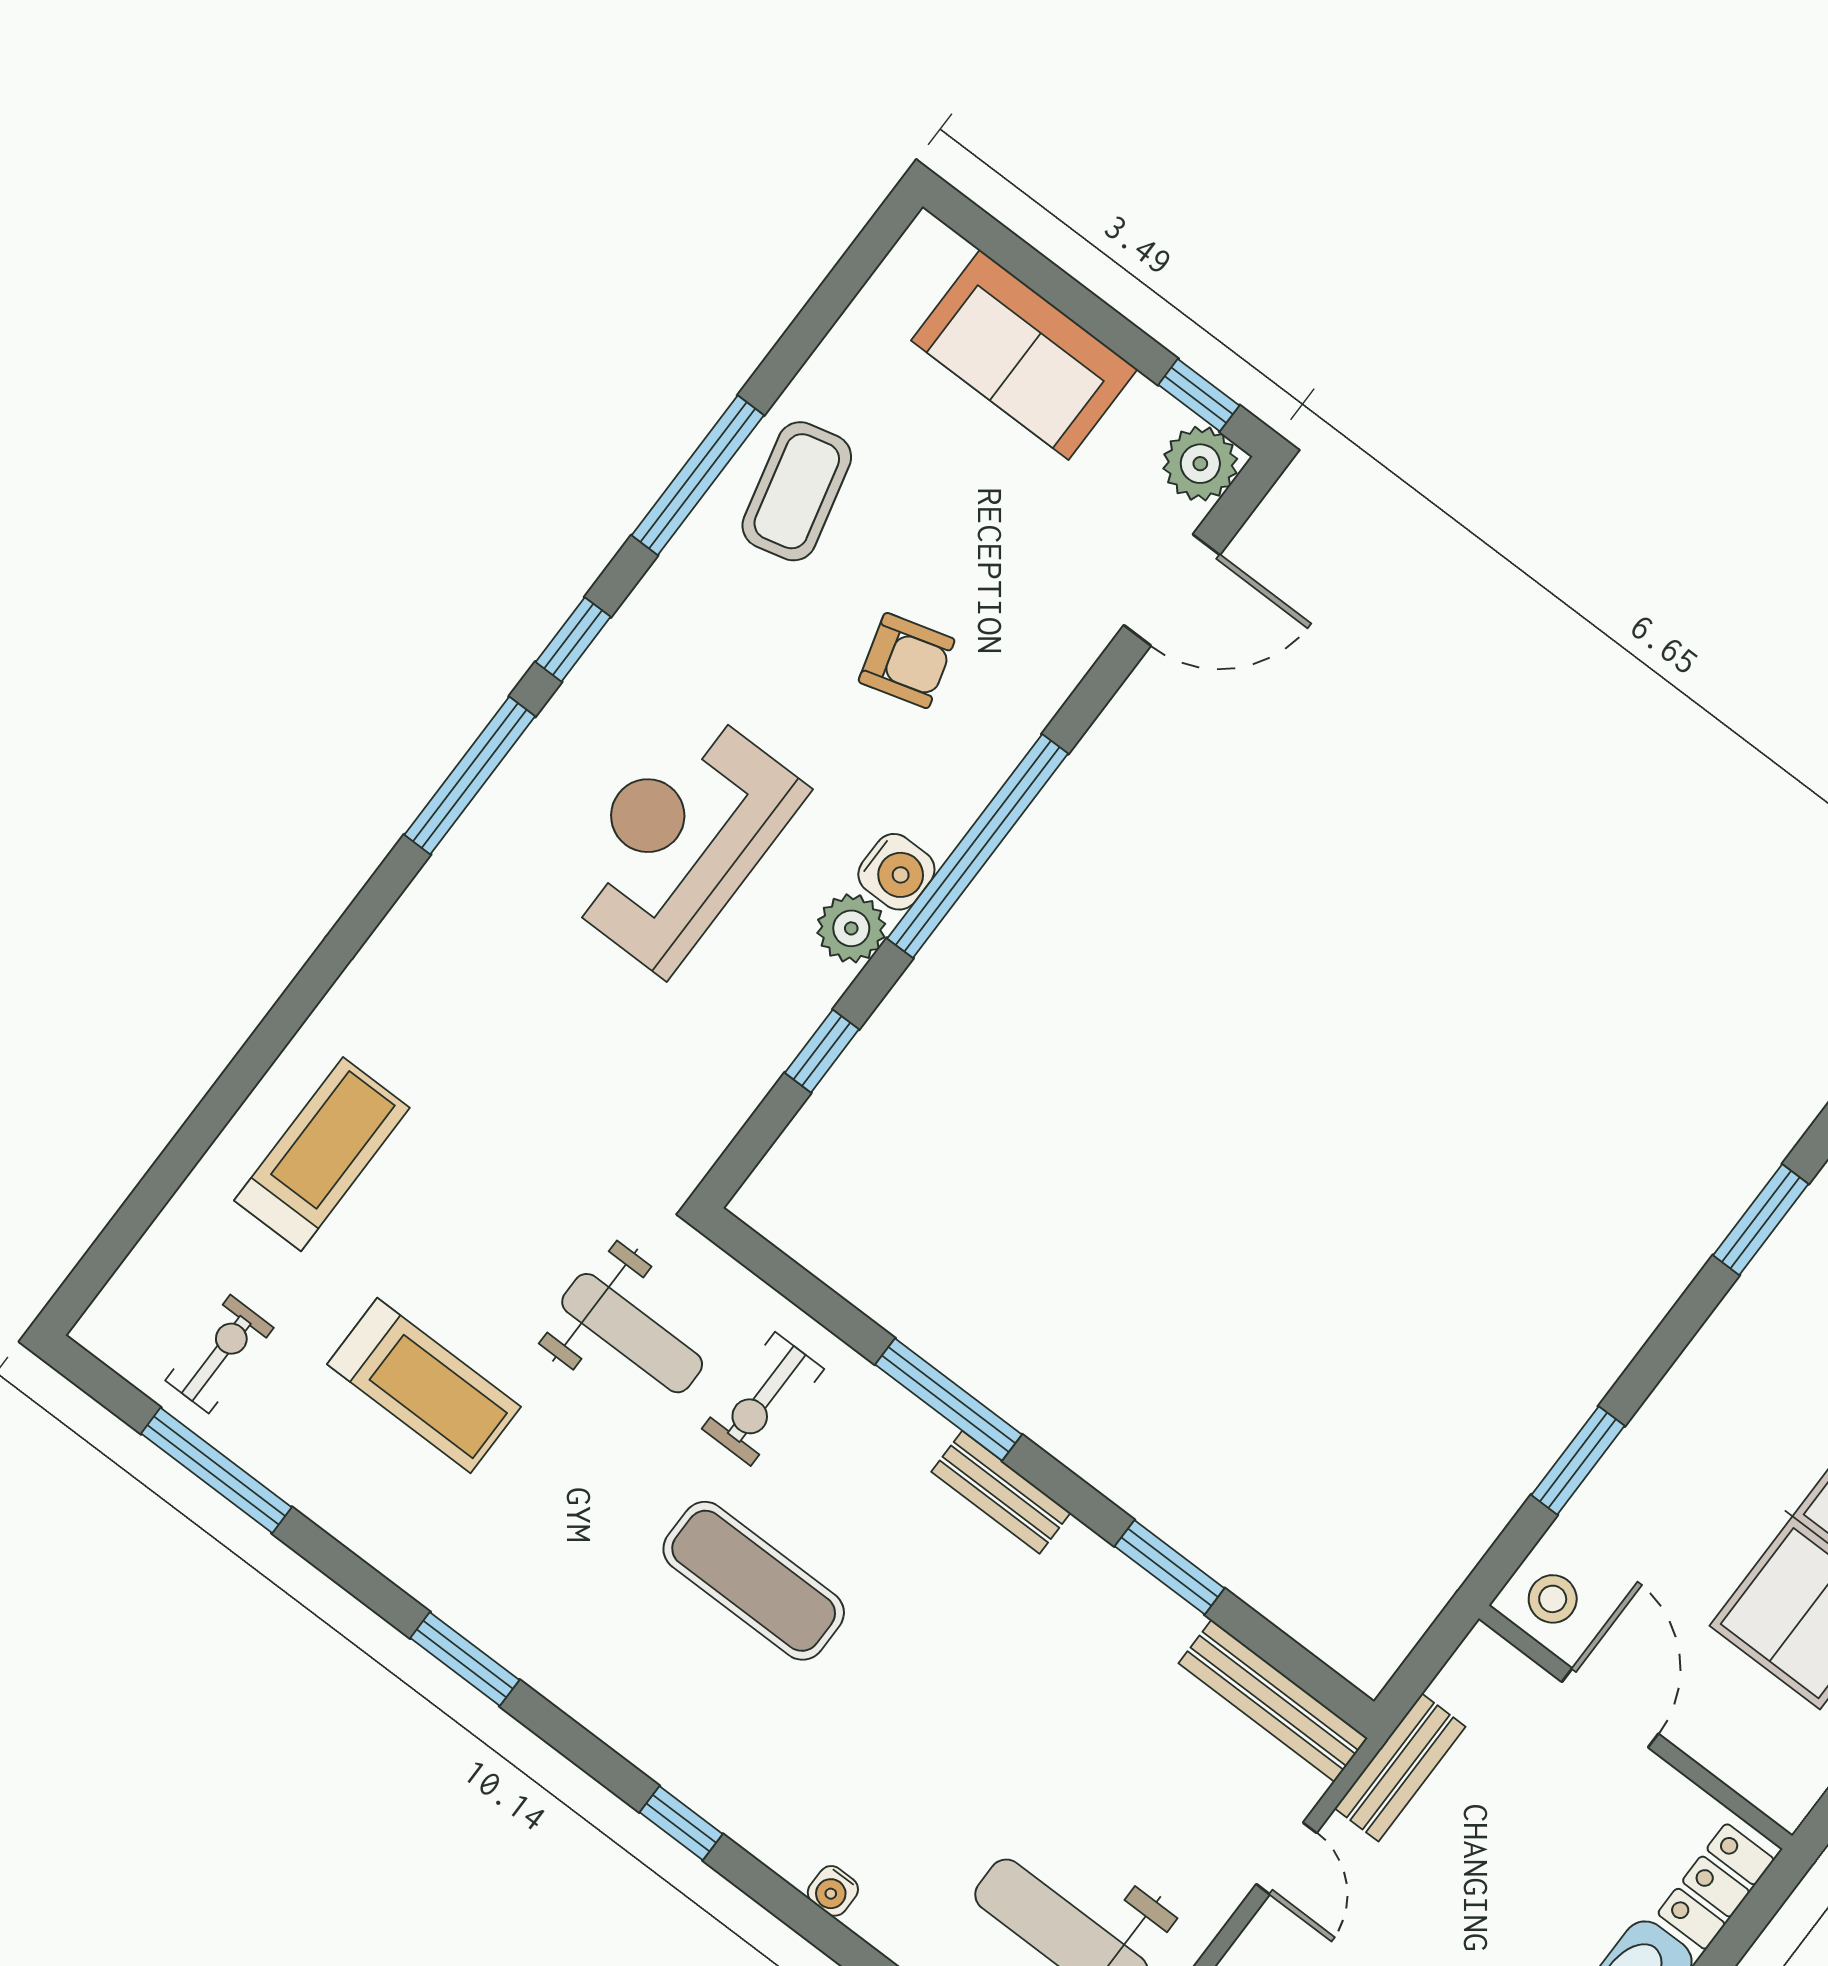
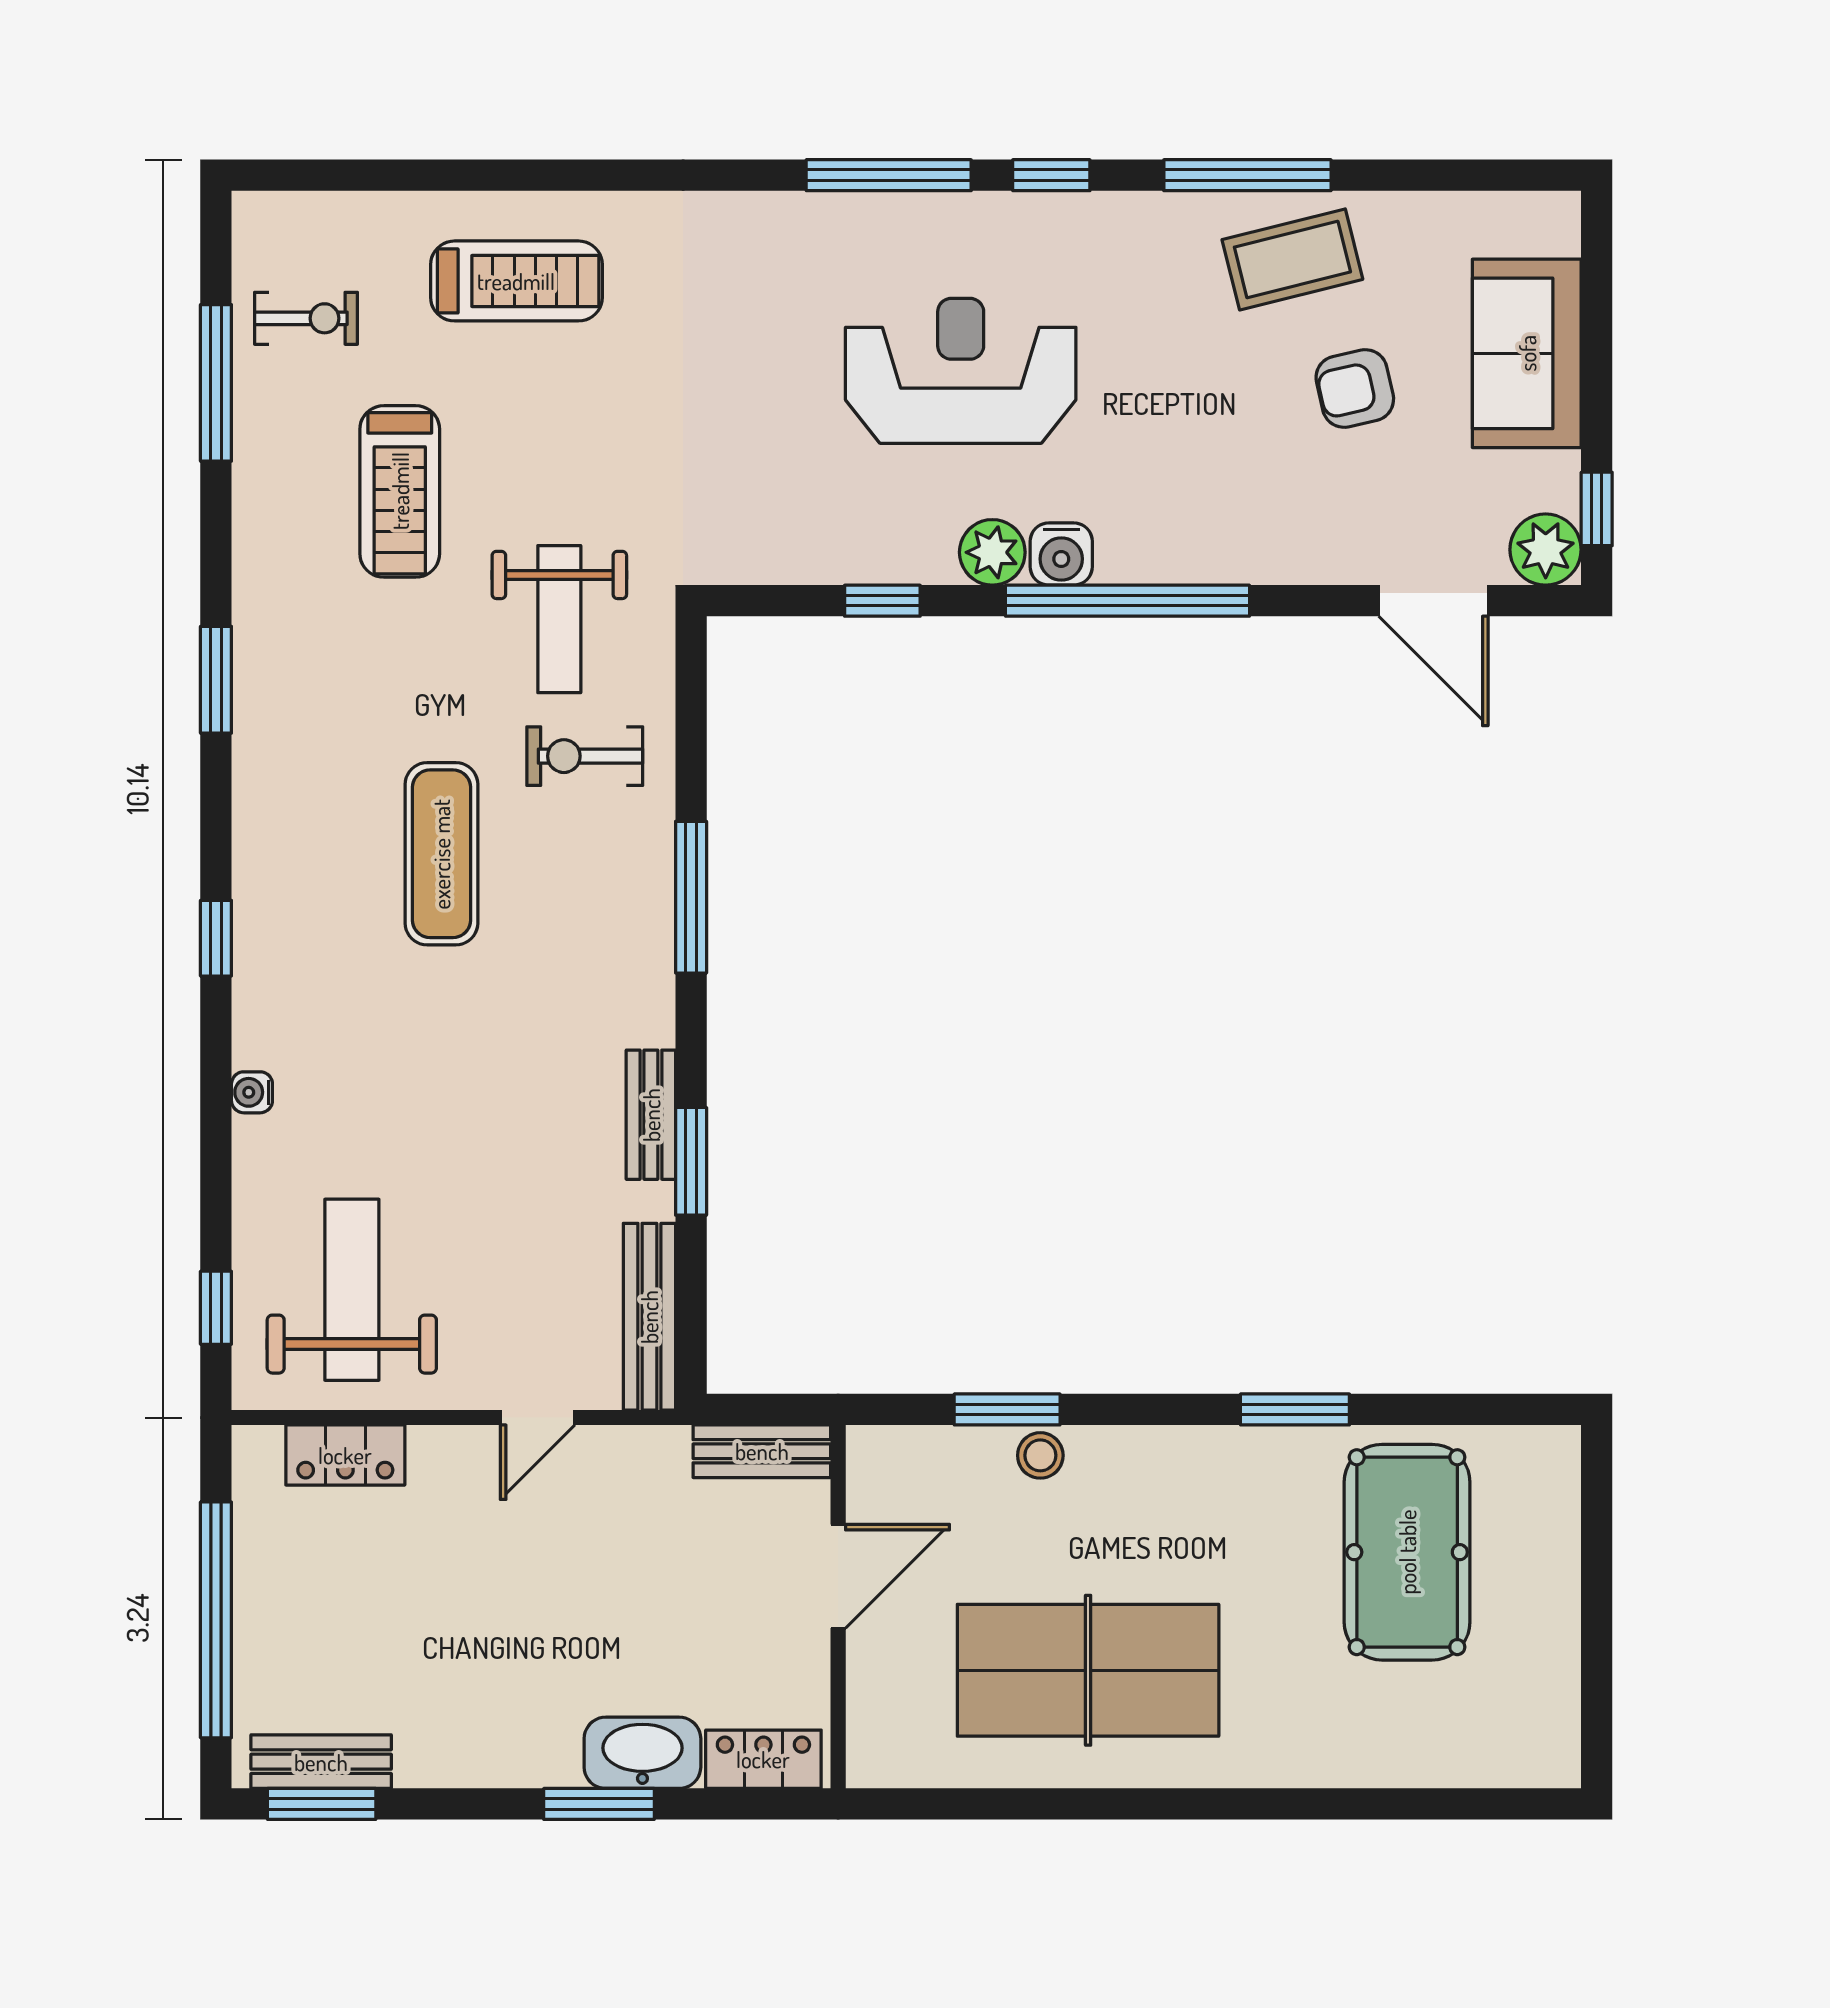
armchair: (907, 661) -> (1355, 389), moved, turned 93
bench: (1001, 1492) -> (651, 1115), moved
stool: (1553, 1599) -> (1040, 1455), moved
bench: (1400, 1767) -> (762, 1451), moved

